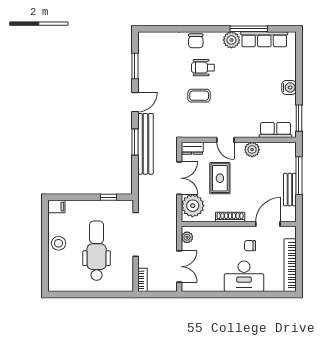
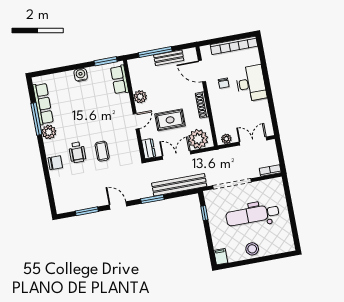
bench: (145, 144) -> (179, 185), moved

